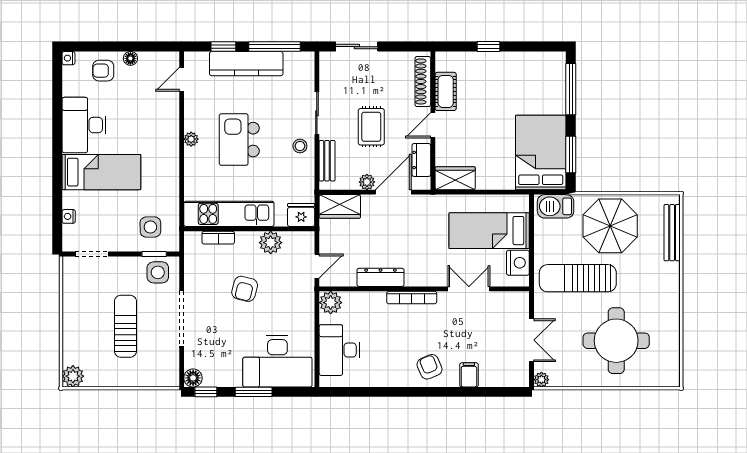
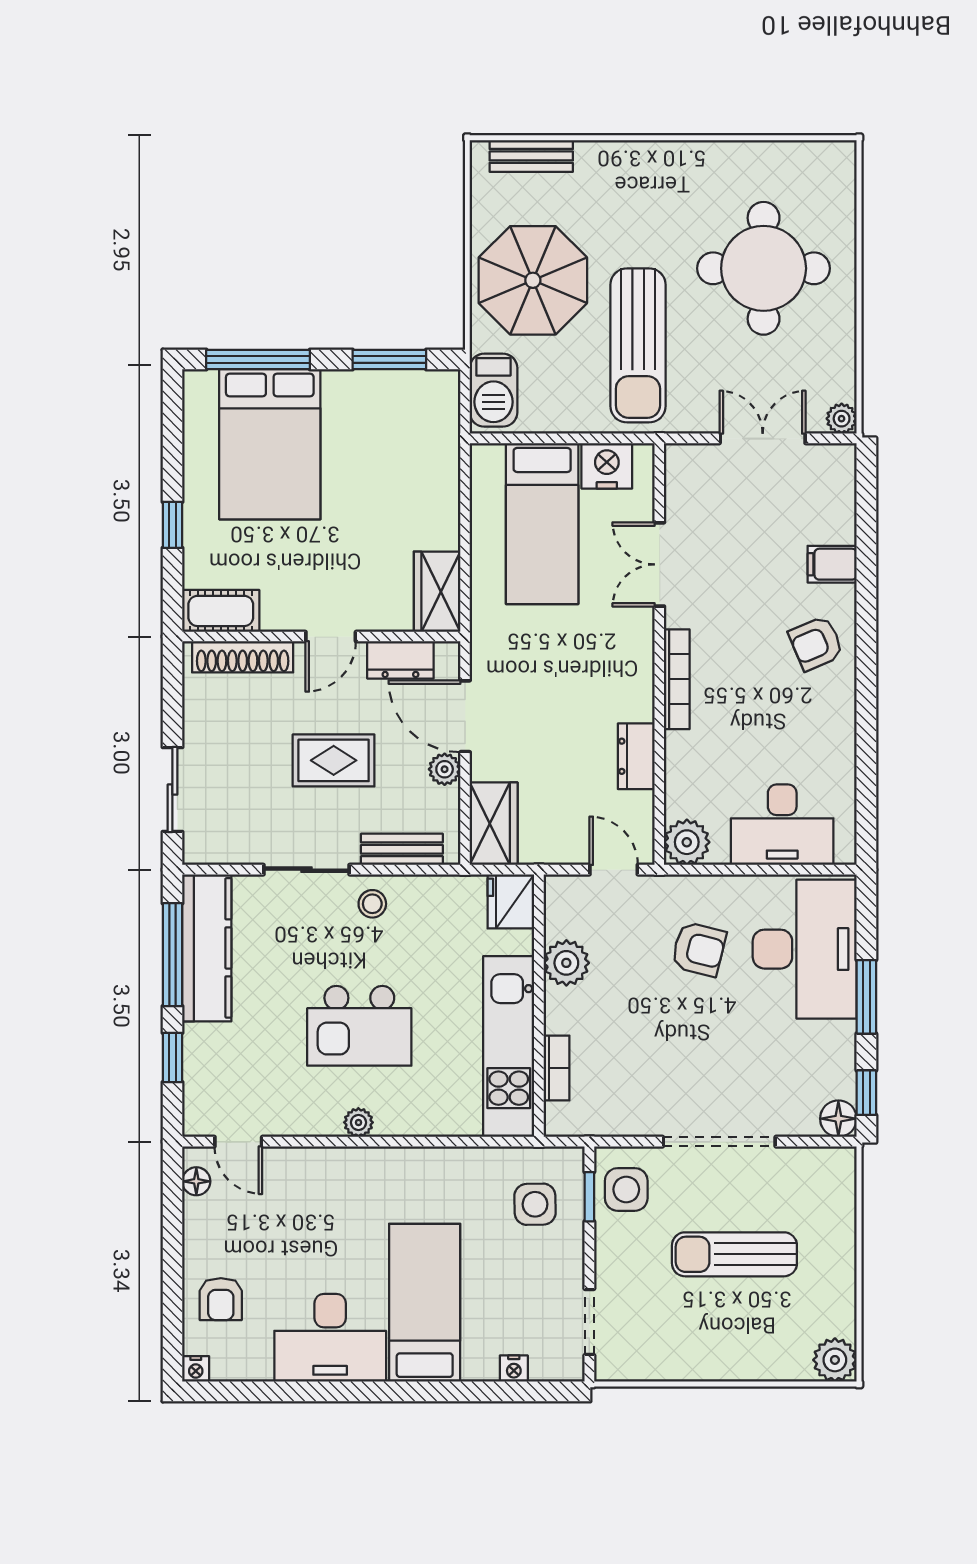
floor lamp: (130, 58) -> (196, 1181), moved
kitchen counter: (246, 64) -> (207, 948), moved
cot: (446, 91) -> (221, 611), moved
door: (433, 125) -> (331, 637), hinge flipped
bed: (541, 152) -> (270, 444), moved, turned -90
bench: (672, 233) -> (531, 156), width x0.73
dresser: (380, 277) -> (636, 756), width x0.70
armchair: (245, 289) -> (699, 949), moved

